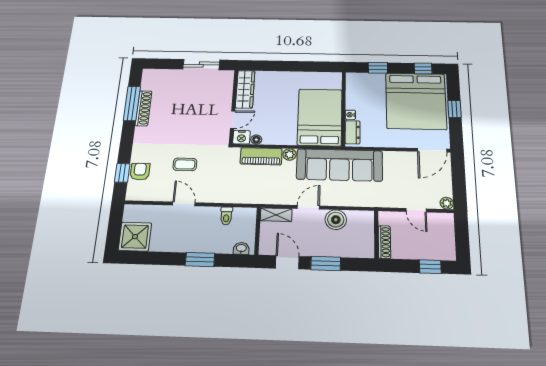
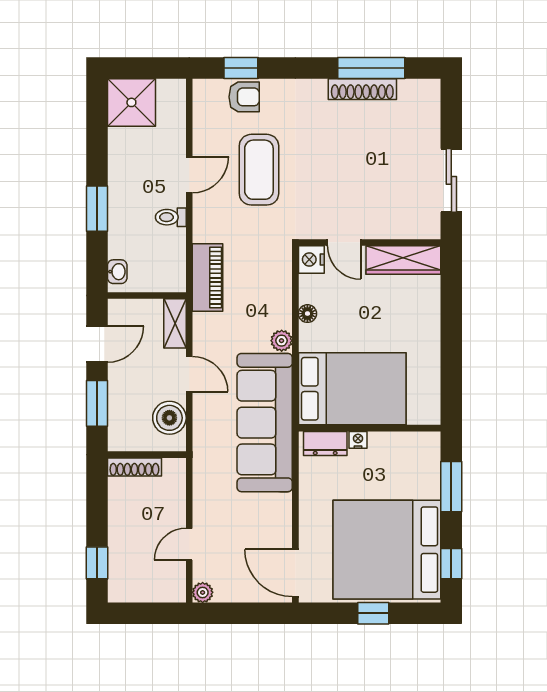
window: (378, 68) -> (451, 487), width x1.50
floor lamp: (256, 140) -> (307, 314), moved
piano: (261, 156) -> (208, 278), moved, turned 180
coffee table: (185, 164) -> (259, 170), width x1.86, depth x1.72
toilet: (226, 216) -> (171, 217), moved
wall: (376, 234) -> (147, 455), moved
shoe rack: (384, 242) -> (134, 467), moved

